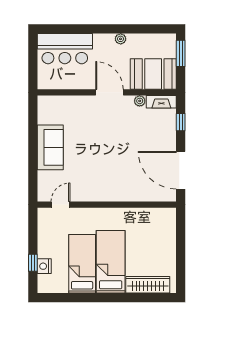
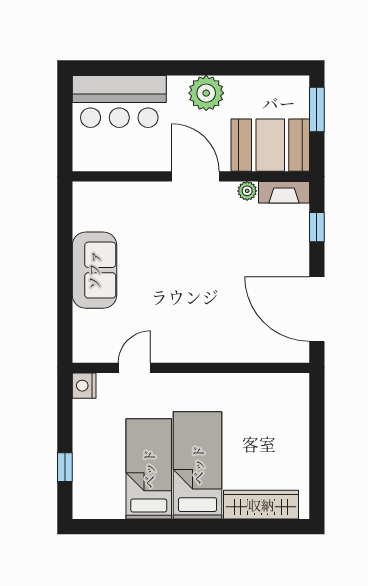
plant: (121, 39) -> (206, 93), width x1.88, depth x1.88
door: (61, 205) -> (134, 368), moved
nightstand: (44, 266) -> (84, 386), moved

